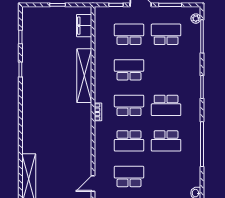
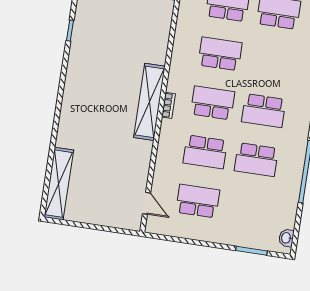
shelving: (84, 76) -> (149, 102), moved
door: (93, 184) -> (147, 203), swing flipped

